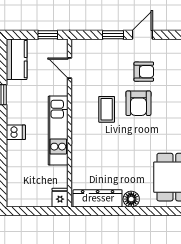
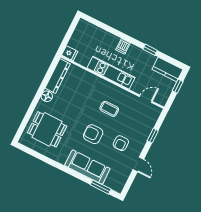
window: (48, 35) -> (178, 86), moved
door: (142, 35) -> (138, 164), moved
armchair: (138, 103) -> (93, 134), moved

